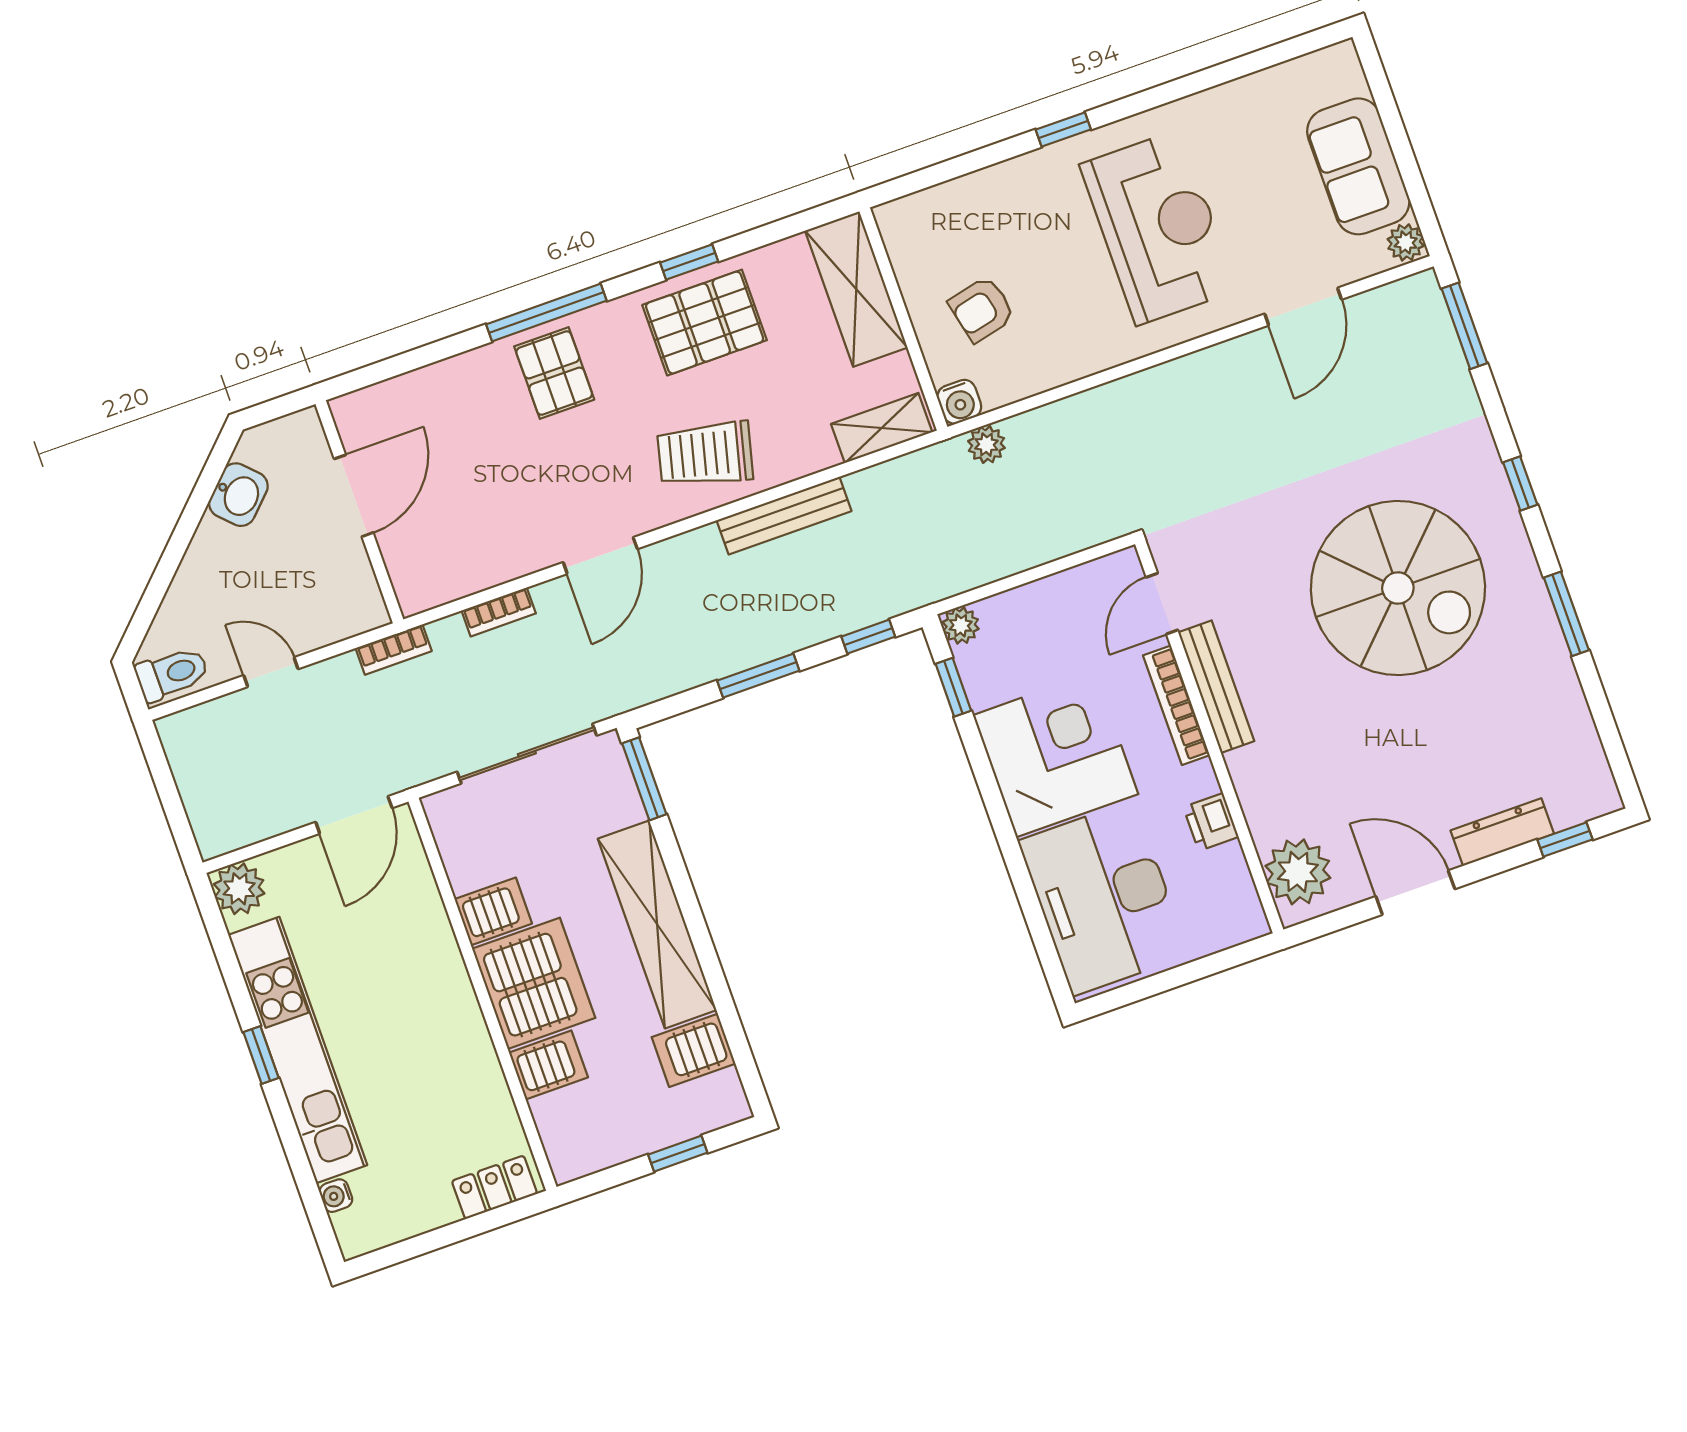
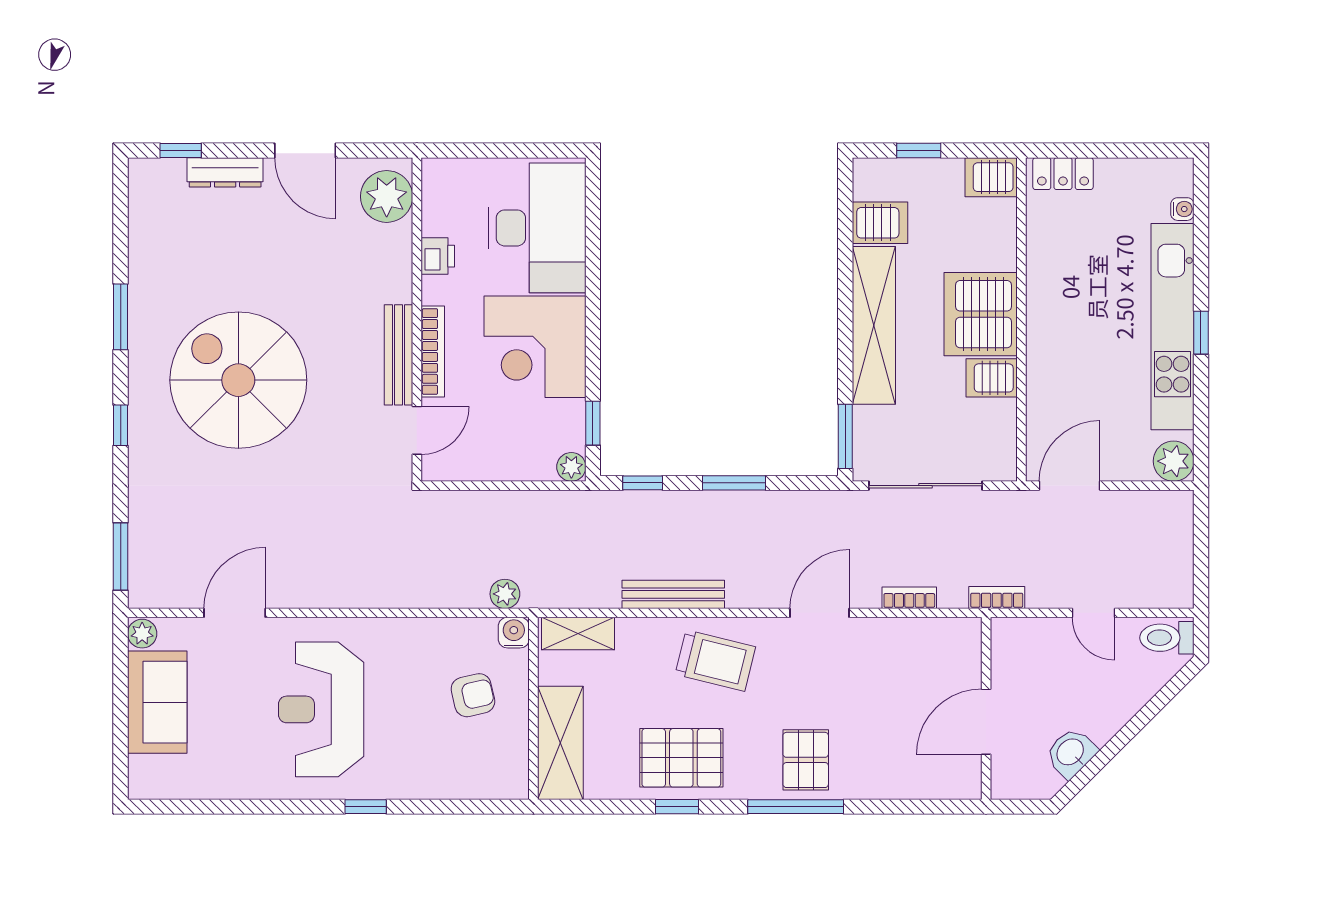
server rack: (548, 1065) -> (991, 177), moved

